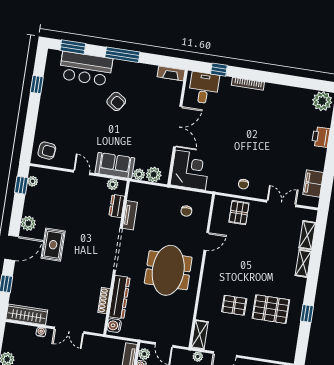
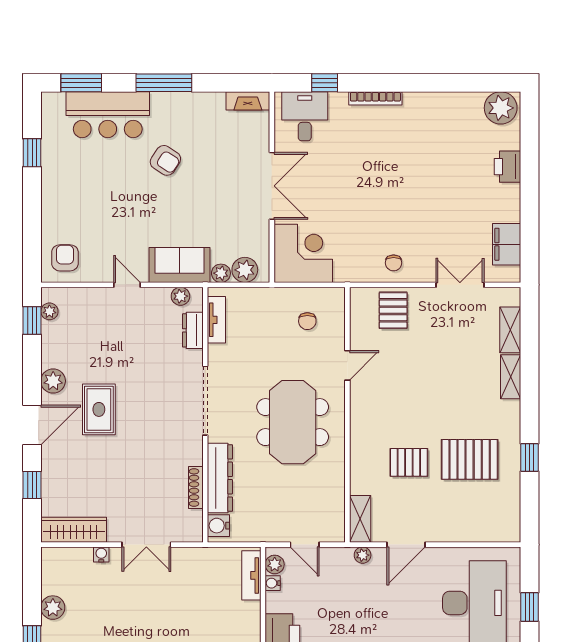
armchair: (47, 151) -> (65, 258), turned -96
tv unit: (130, 215) -> (216, 320), moved

